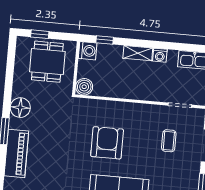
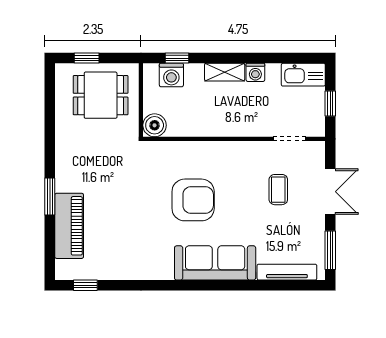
washing machine: (88, 51) -> (171, 75), moved, turned 90
dining table: (47, 62) -> (101, 95), turned 90
floor lamp: (20, 108) -> (69, 162), removed
armchair: (107, 143) -> (193, 200), turned 90

